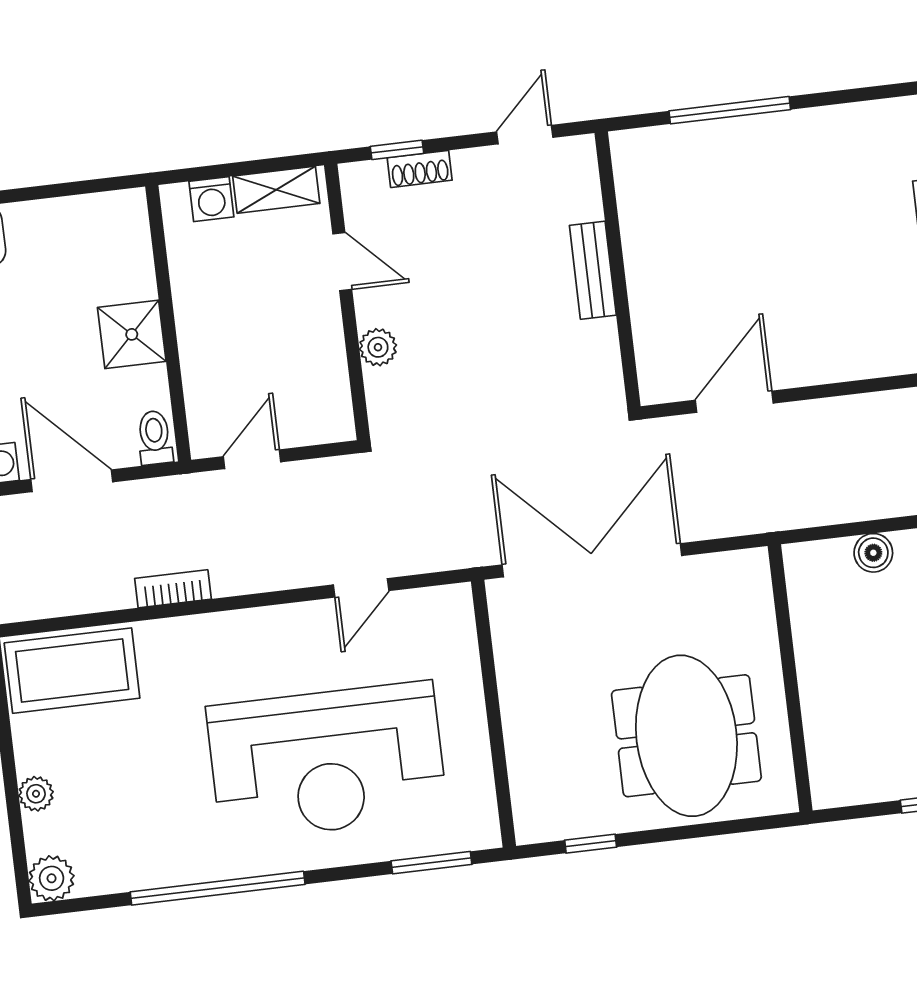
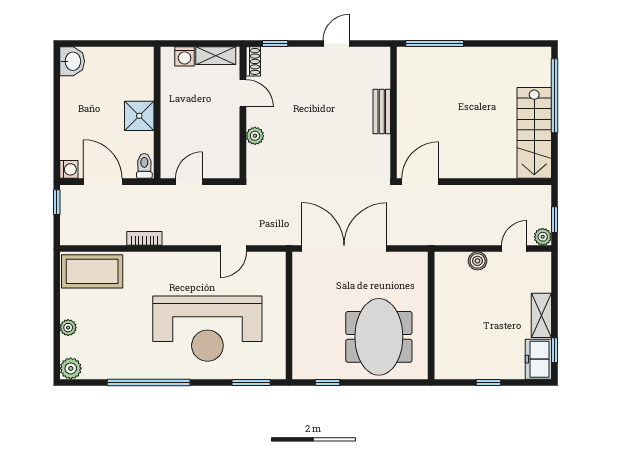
shoe rack: (420, 169) -> (253, 61), moved, turned -90
bench: (593, 270) -> (382, 112), moved
wall: (618, 270) -> (393, 113), moved

